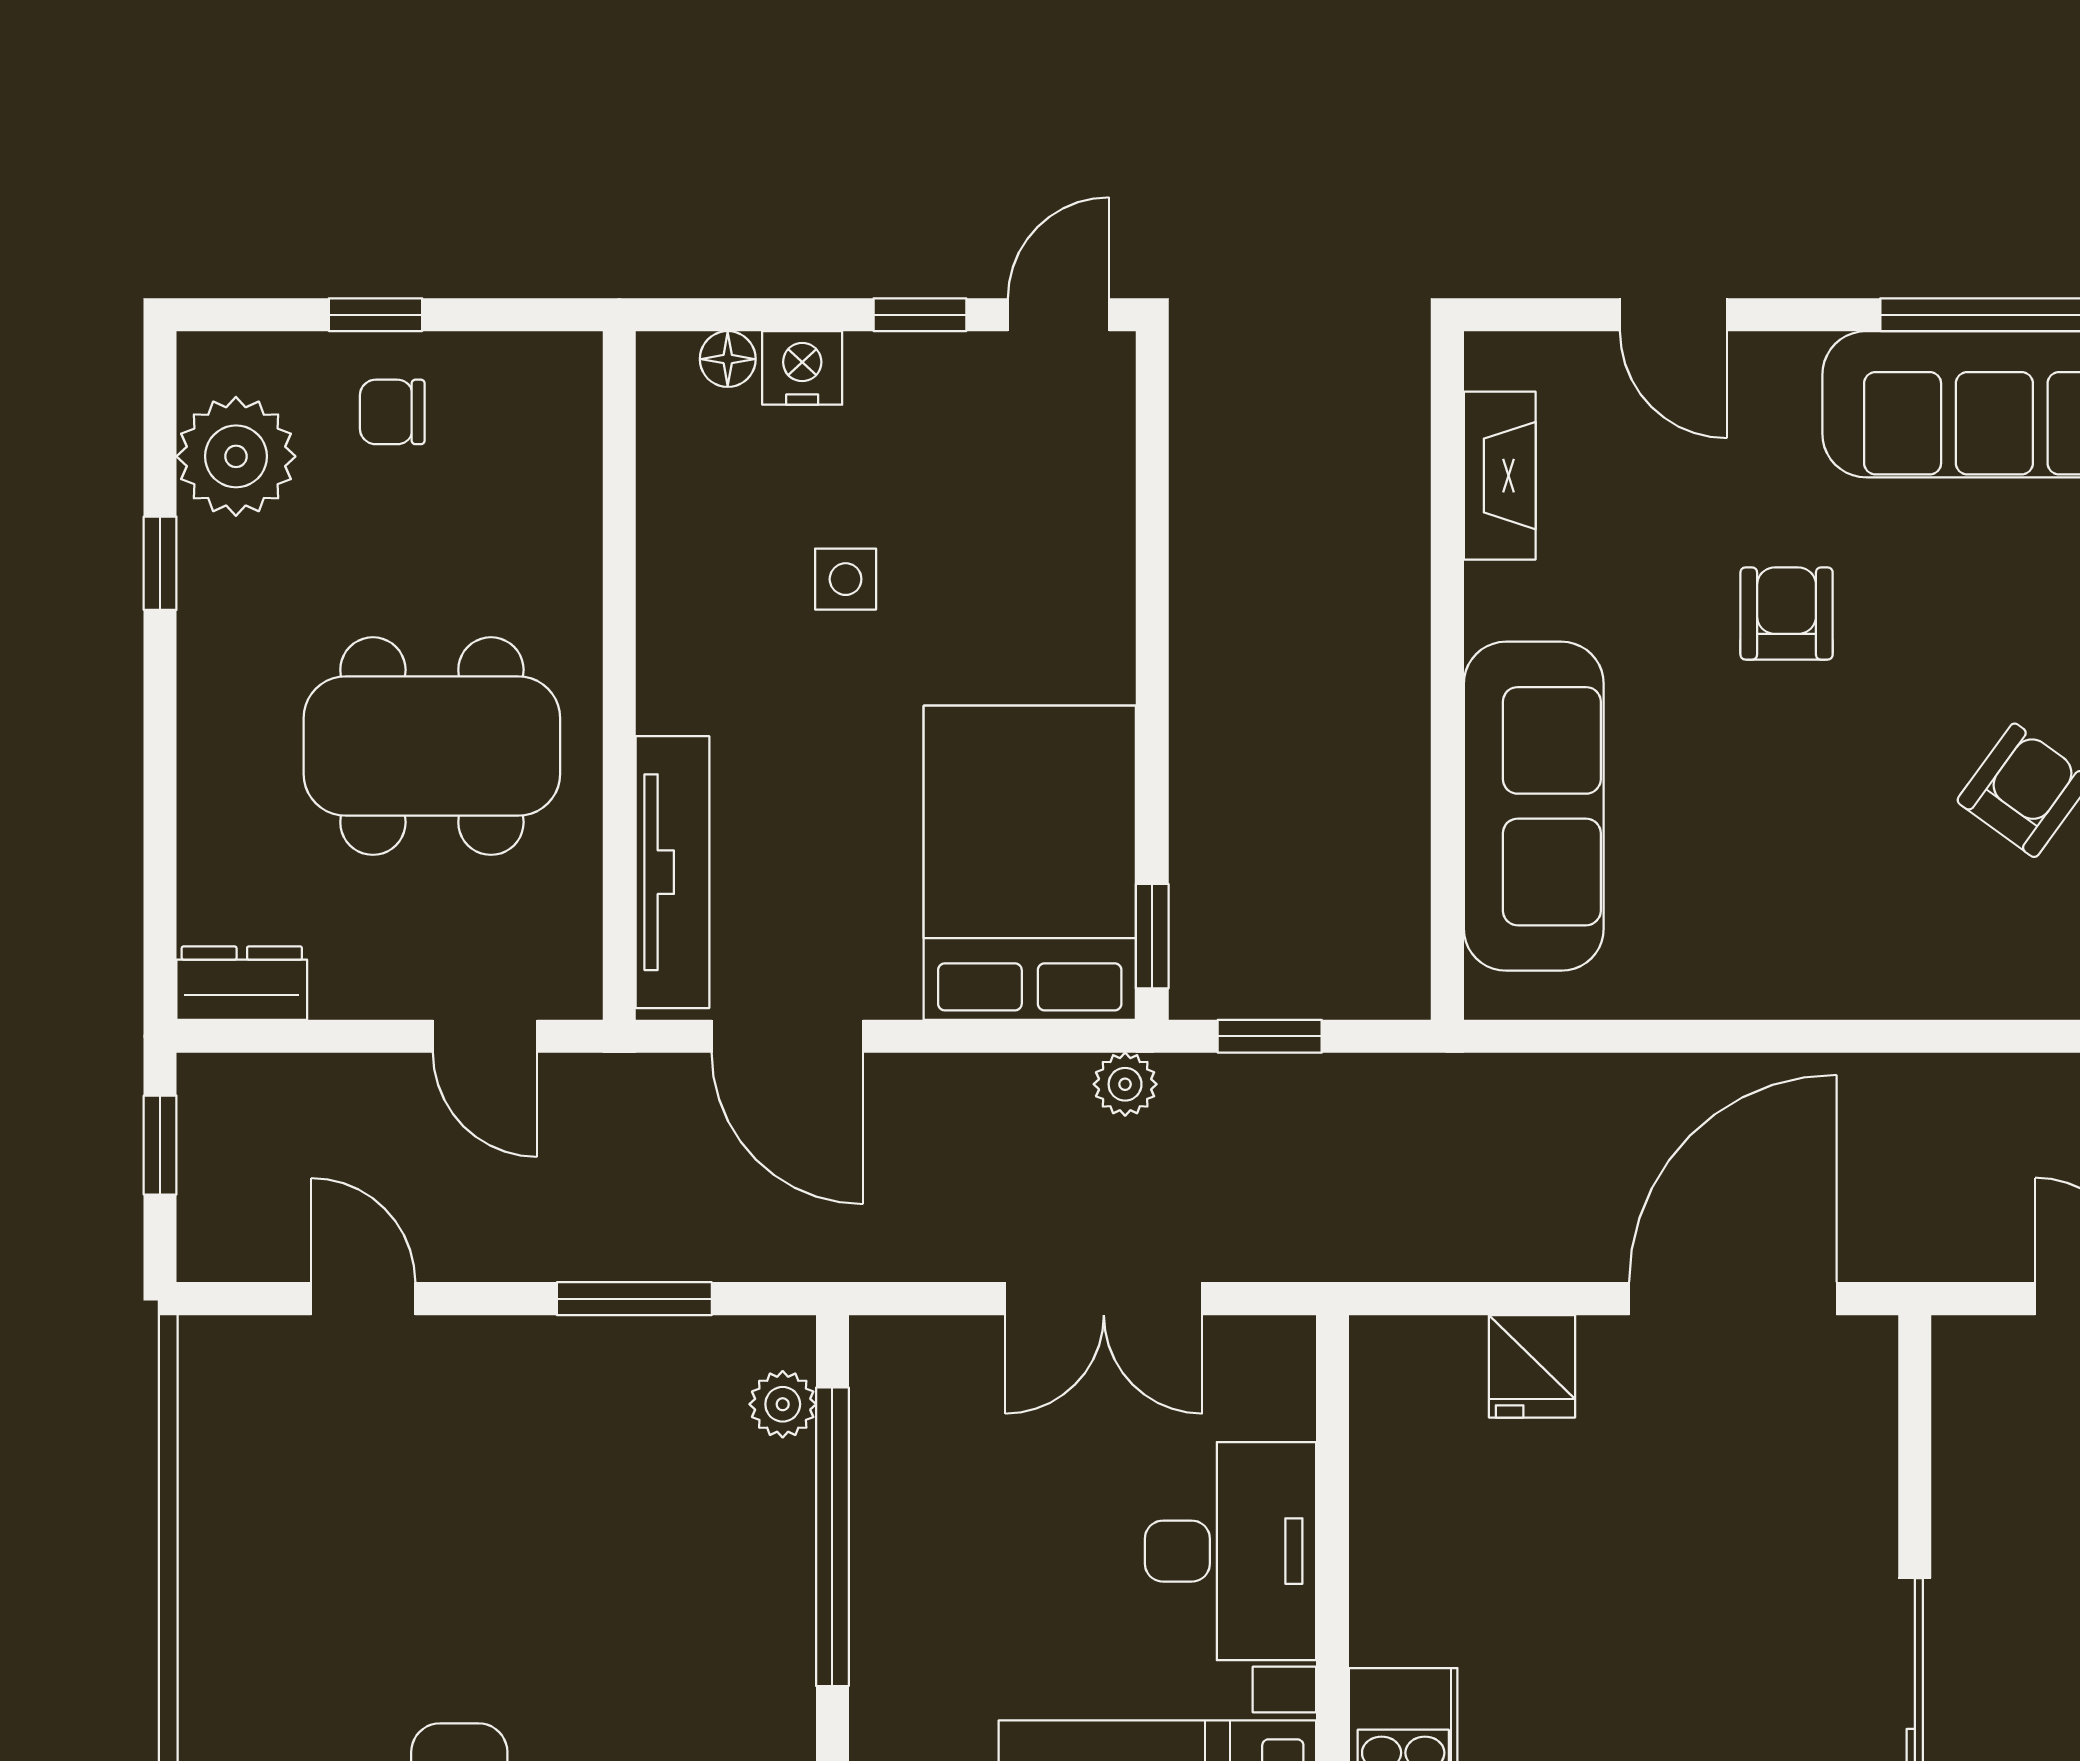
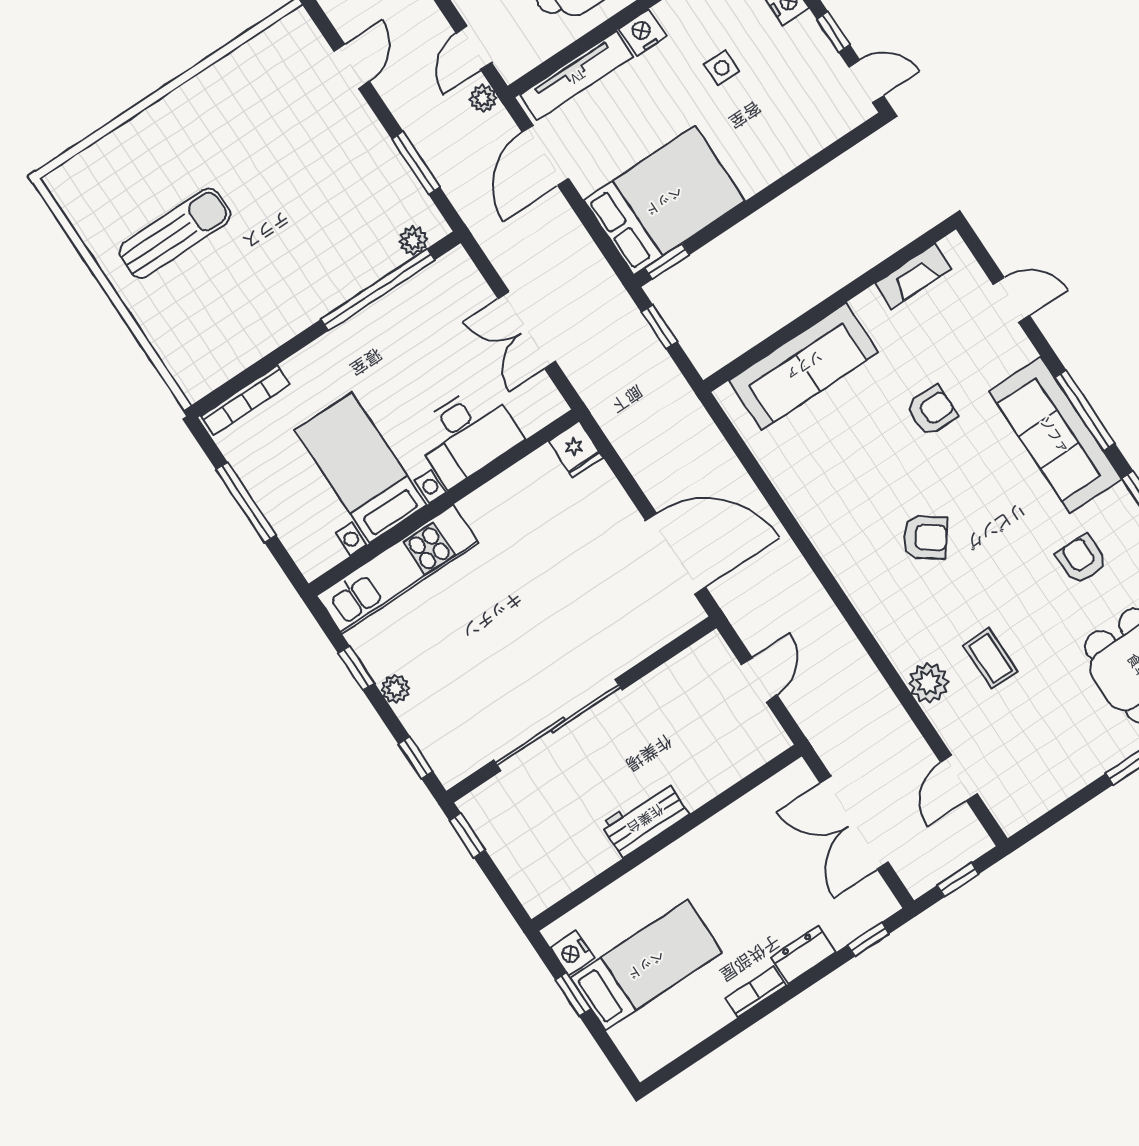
door: (1673, 315) -> (1011, 300), swing flipped
nightstand: (674, 688) -> (643, 33), added
plant: (1125, 1084) -> (483, 98), moved
fridge: (1532, 1366) -> (576, 449), moved, turned -90

